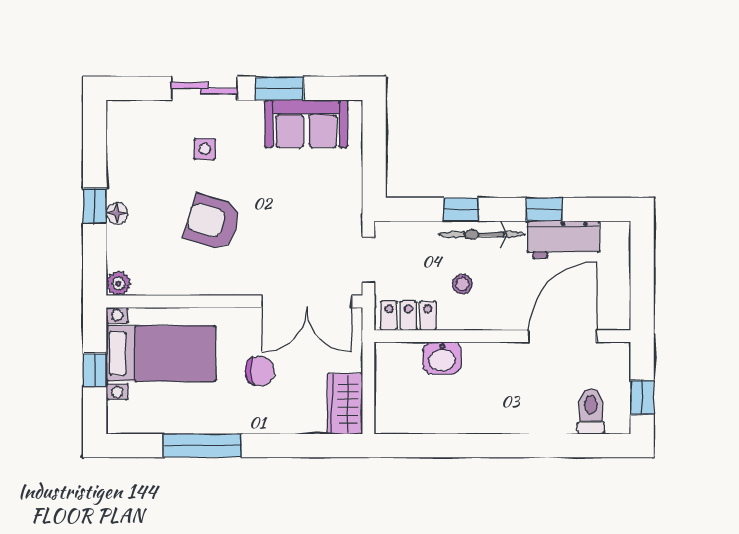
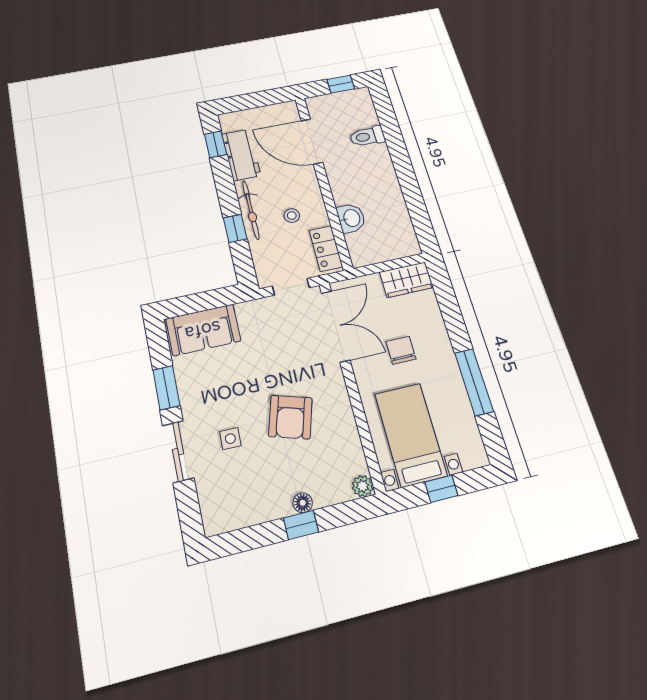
sofa: (306, 124) -> (203, 330), moved, turned 90
window: (544, 209) -> (215, 144), moved
toilet: (591, 411) -> (367, 136), moved

